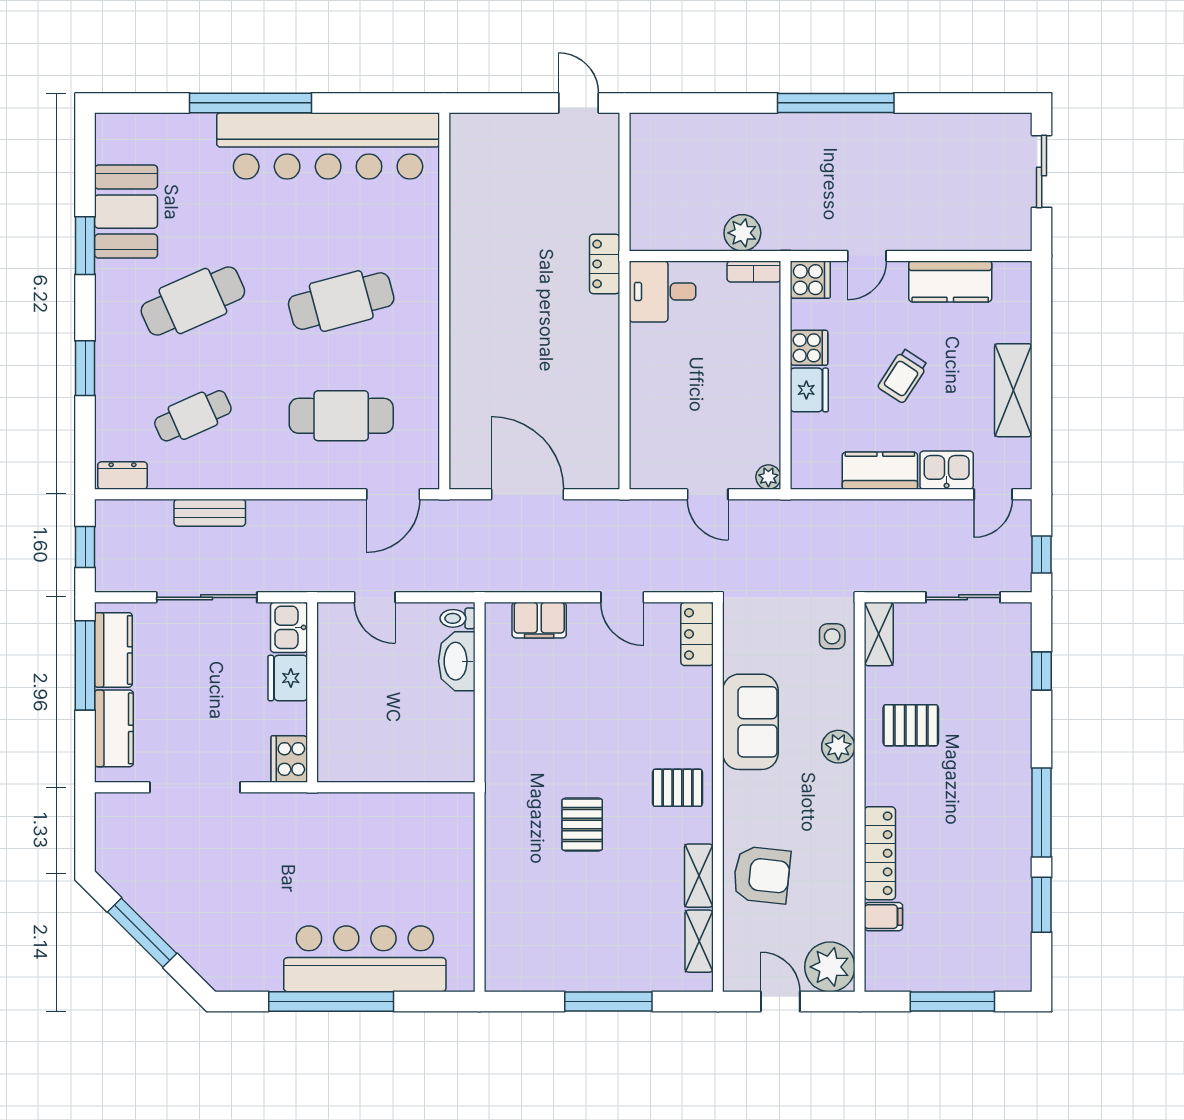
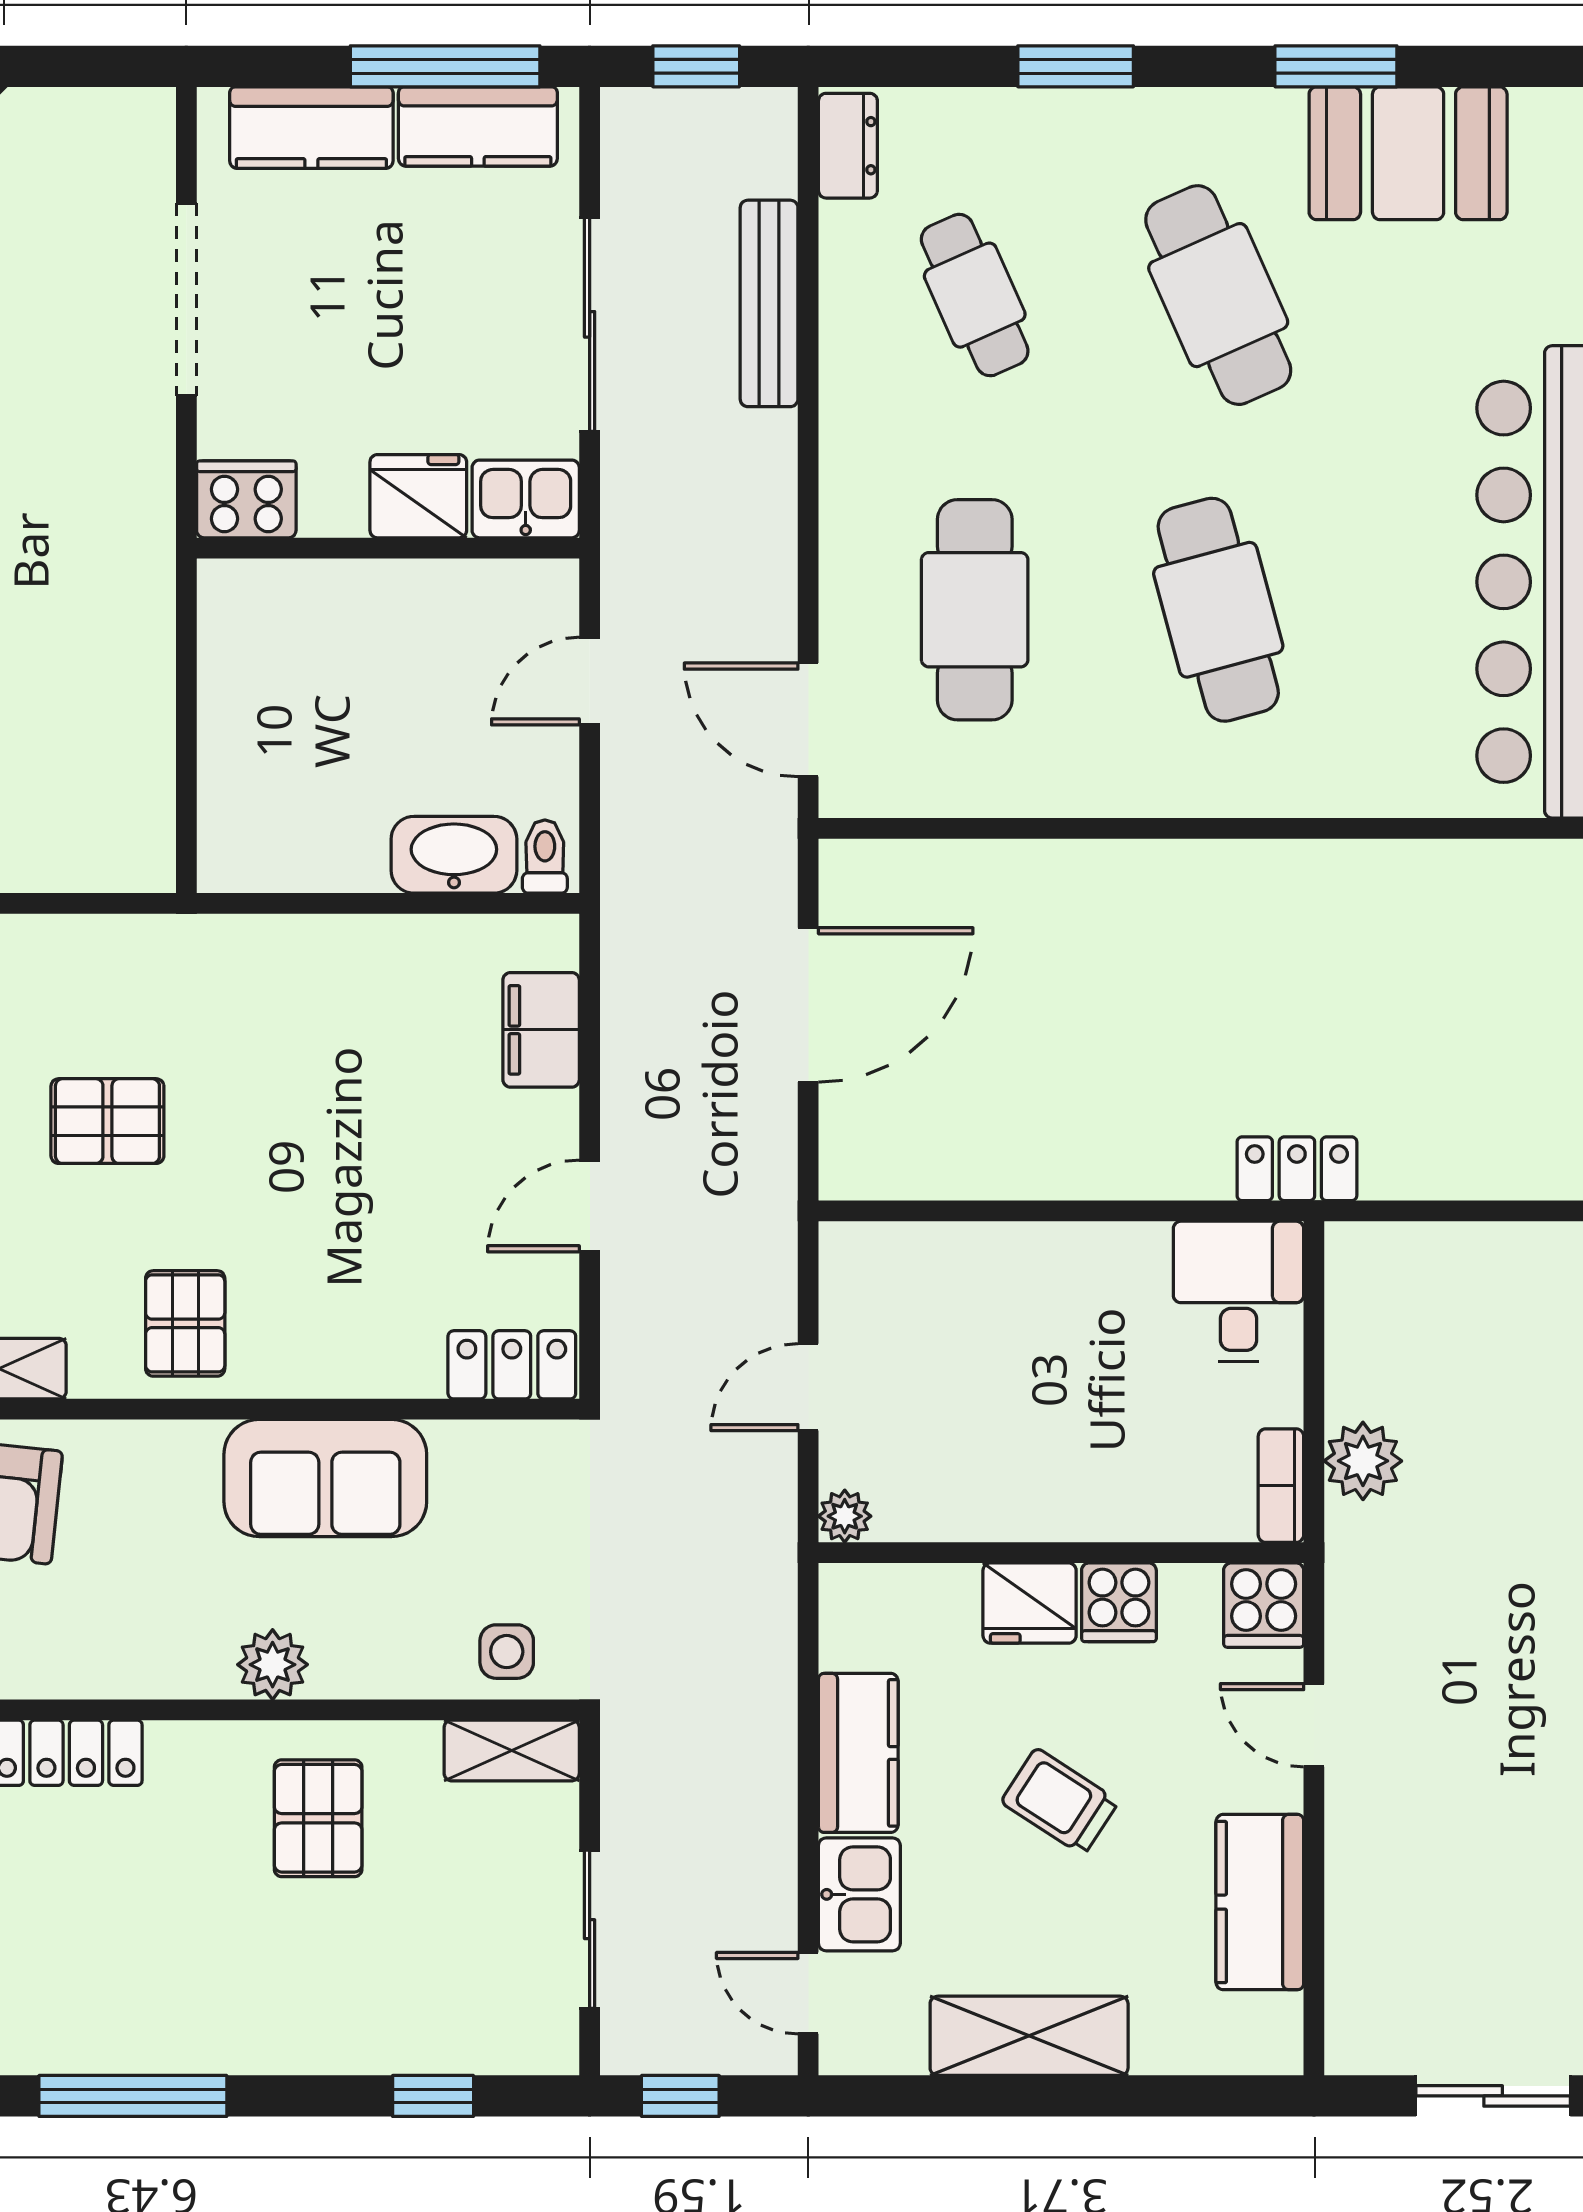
bench: (210, 513) -> (769, 303), width x1.36

